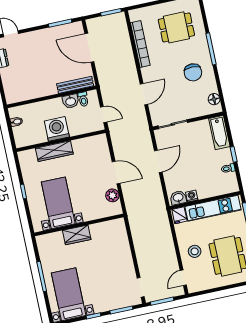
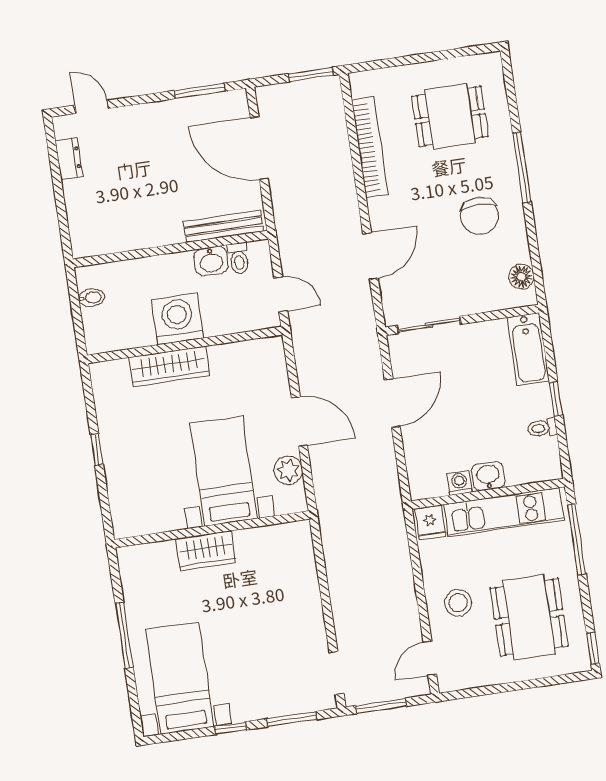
washbasin: (178, 198) -> (488, 476), moved
bed with nightstands: (58, 203) -> (223, 471), moved

